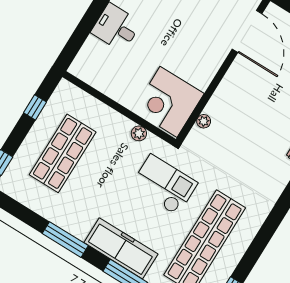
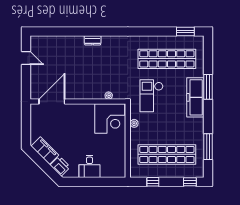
shop shelf: (63, 153) -> (167, 154), width x1.40
window: (65, 240) -> (208, 147), moved

